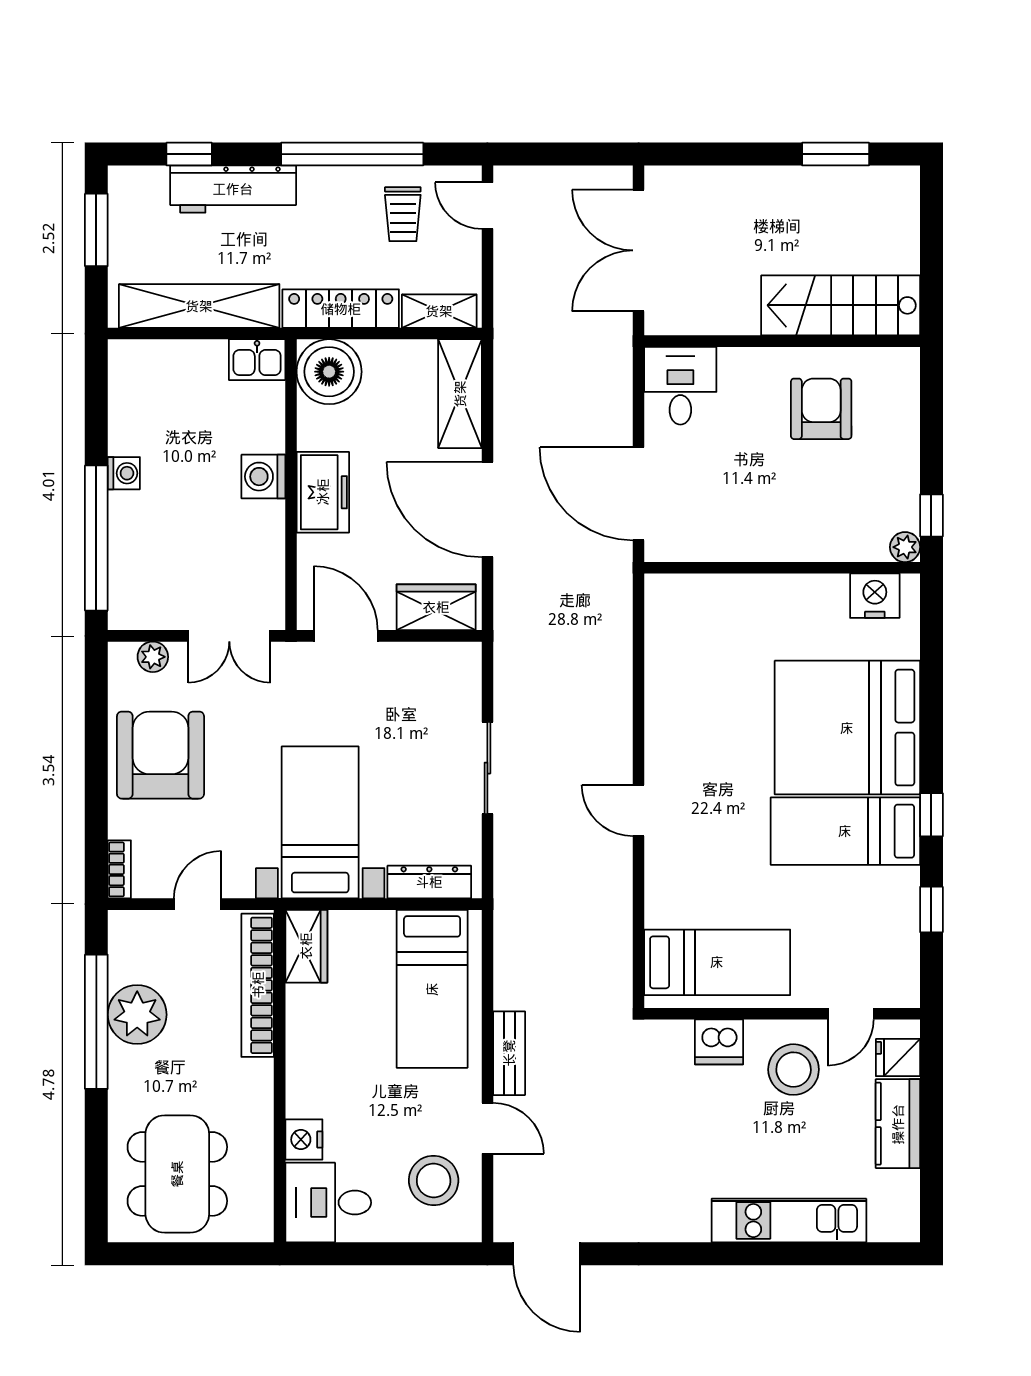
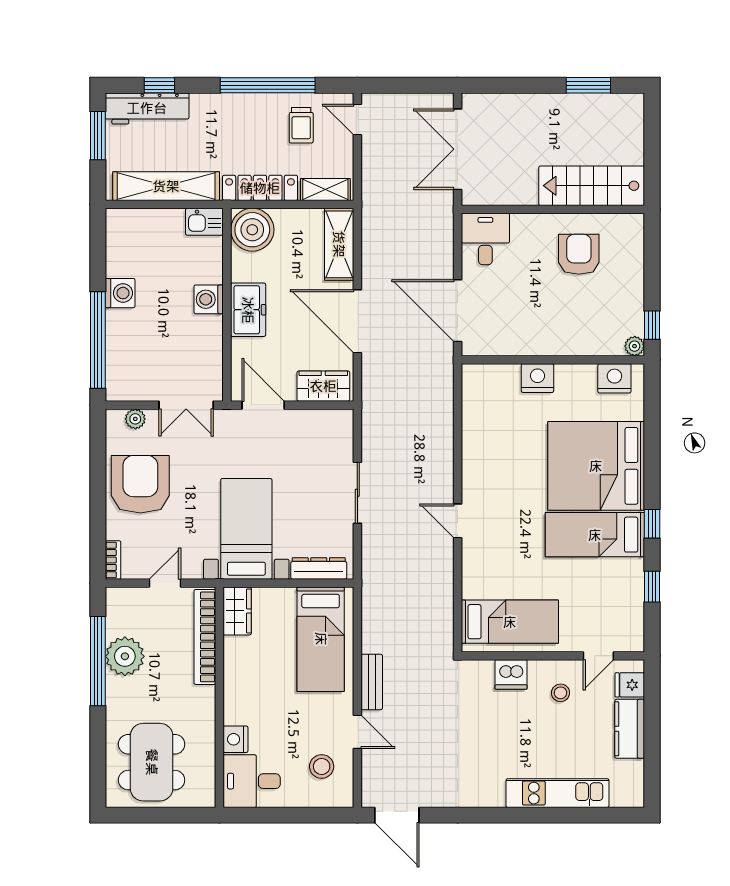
workbench: (233, 189) -> (147, 108), moved
washing machine: (124, 473) -> (120, 293), width x1.38, depth x1.38
nightstand: (759, 595) -> (537, 378), added
stool: (794, 1070) -> (560, 693), width x0.53, depth x0.53
stool: (434, 1180) -> (322, 766), width x0.73, depth x0.73

